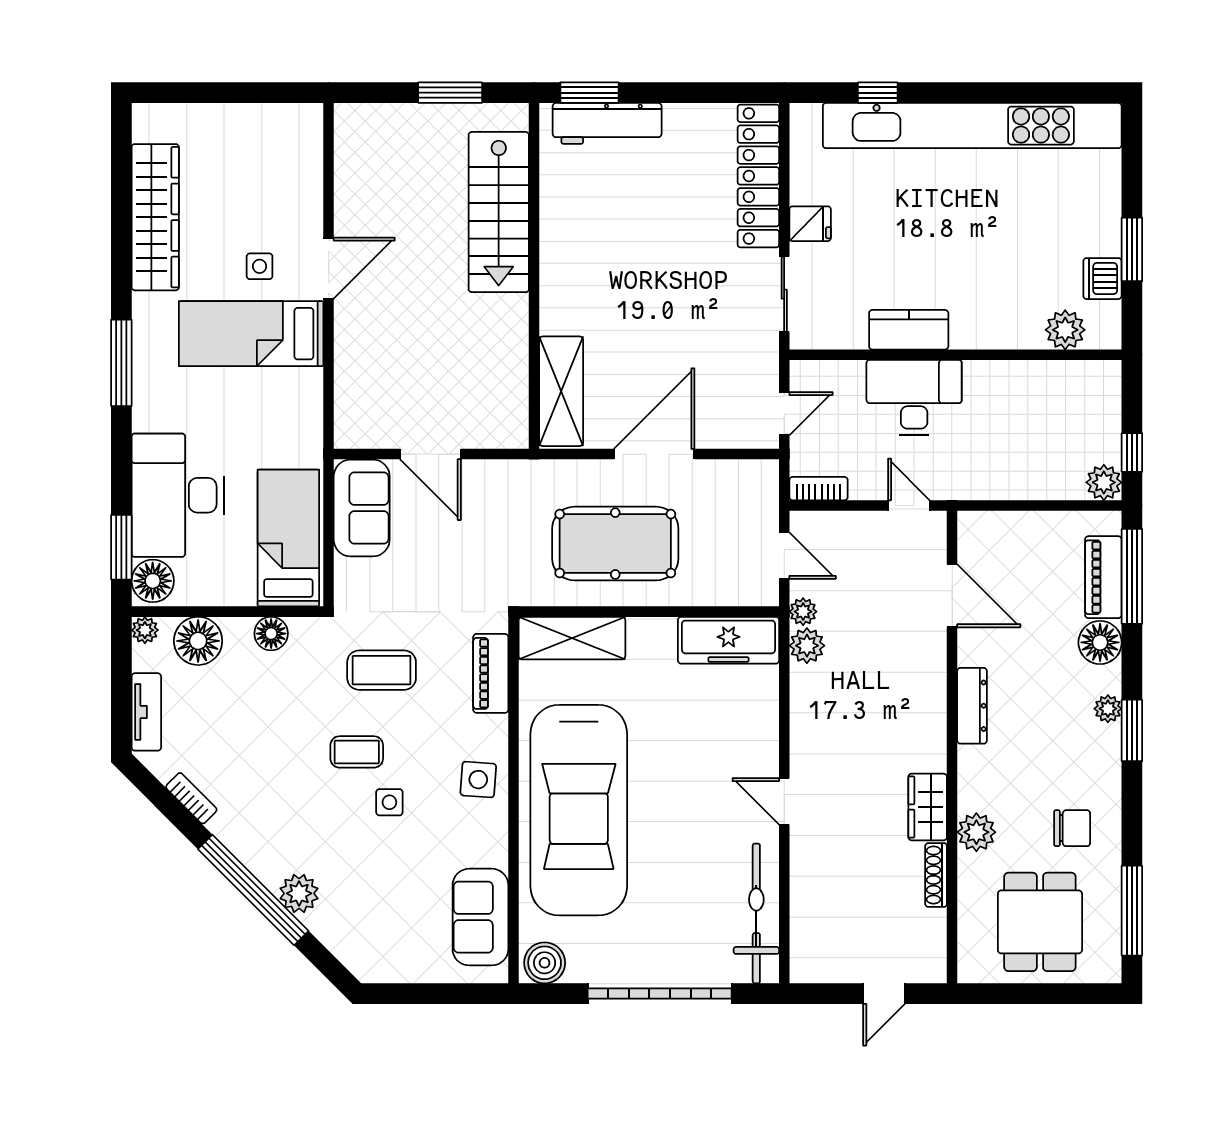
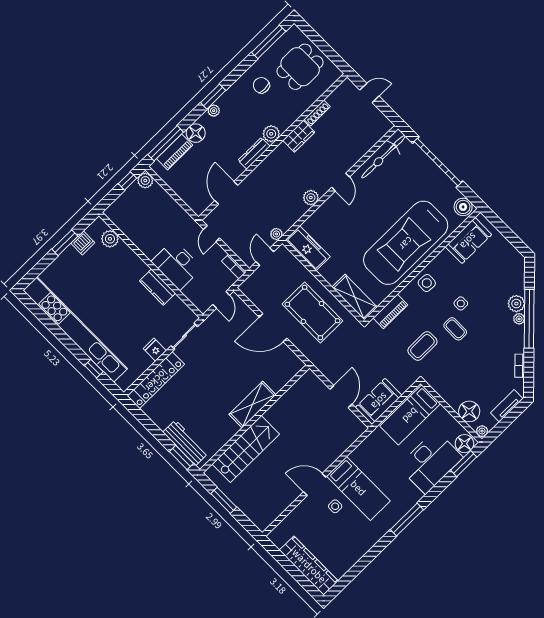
wardrobe: (155, 217) -> (309, 566), moved, turned 90
shelving: (561, 391) -> (252, 405), moved
door: (784, 414) -> (221, 300), swing flipped
floor lamp: (271, 634) -> (445, 391), removed
plant: (807, 646) -> (311, 198), moved
coffee table: (382, 670) -> (422, 346), turned 90
car: (579, 810) -> (406, 243), turned 180
plant: (976, 832) -> (271, 134), moved
plant: (269, 873) -> (519, 319), added

